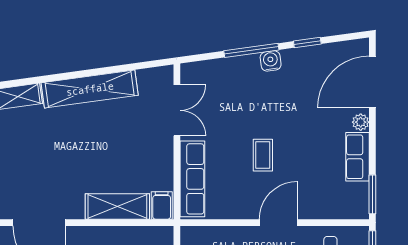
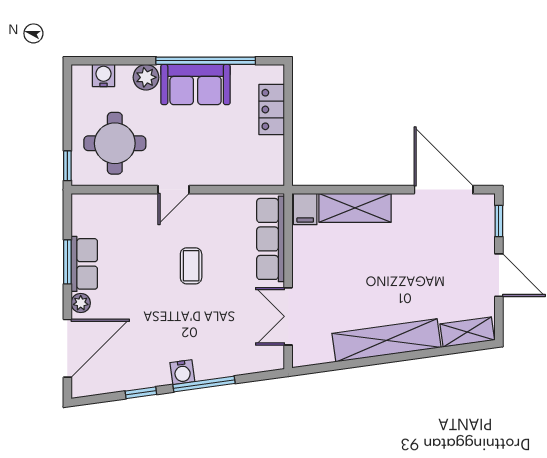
window: (372, 194) -> (67, 262), moved
door: (278, 223) -> (174, 190), width x0.73

